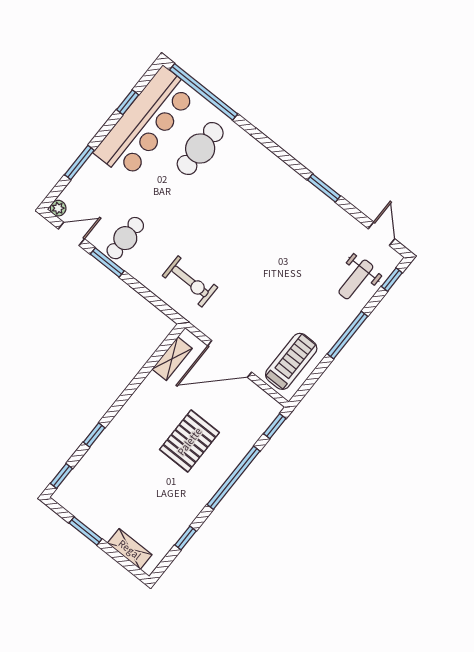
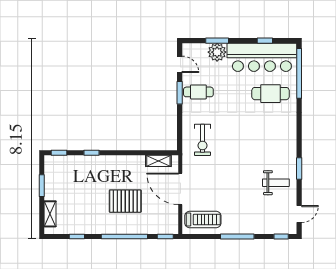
plant: (58, 208) -> (217, 52), moved, width x1.88, depth x1.88
weight bench: (356, 279) -> (276, 183), moved, turned 180

